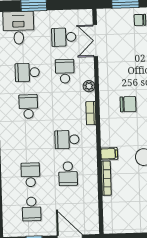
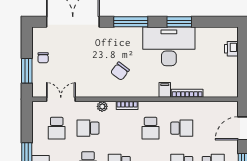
double door: (95, 41) -> (61, 99), swing flipped
chair: (128, 104) -> (120, 71), turned -143

